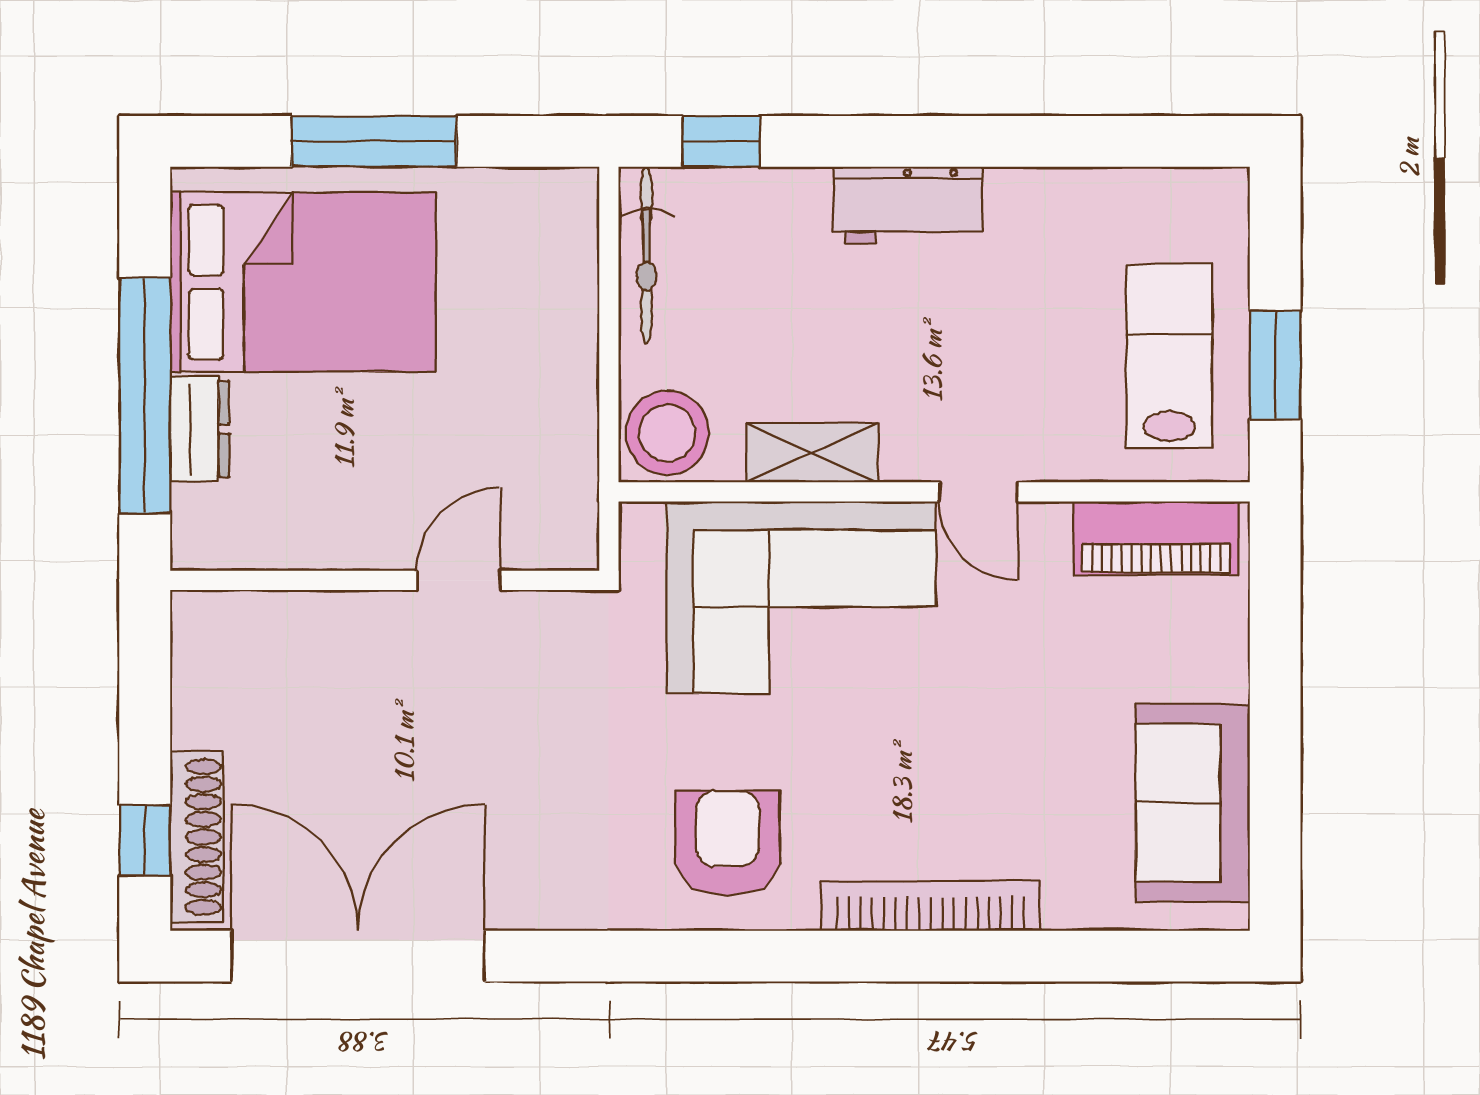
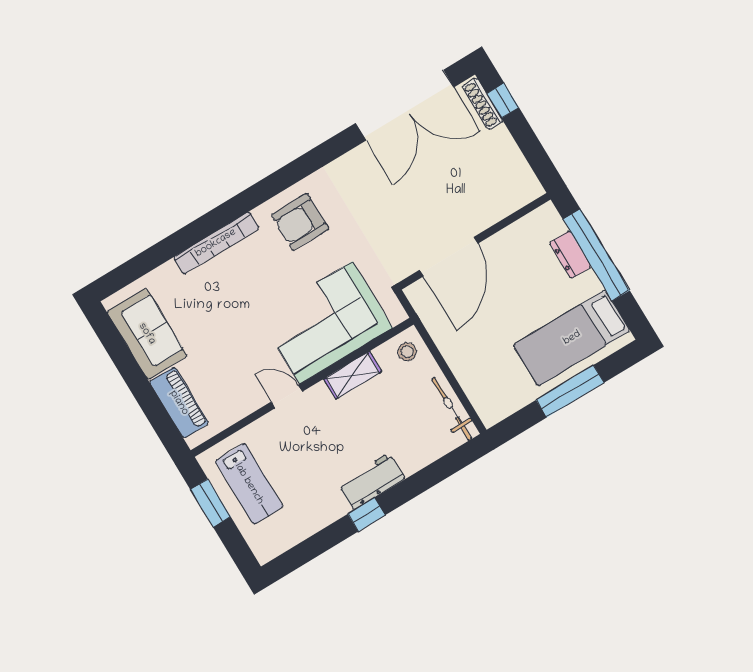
window: (721, 141) -> (366, 515), moved
bed: (303, 282) -> (572, 338), width x0.67
stool: (667, 433) -> (407, 352), width x0.53, depth x0.53
piano: (1156, 538) -> (179, 403), moved, turned 90
door: (459, 580) -> (449, 257), width x1.88
shoe rack: (197, 837) -> (483, 104), width x0.74, depth x0.81
armchair: (728, 843) -> (300, 222), turned 90

